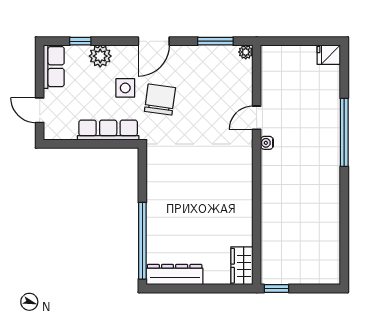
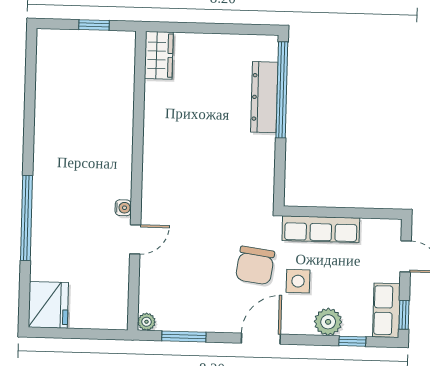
fridge: (329, 55) -> (48, 305), width x1.88, depth x1.34
window: (40, 63) -> (404, 315), added
dresser: (175, 275) -> (264, 97), moved, turned 90
window: (276, 289) -> (94, 25), moved

